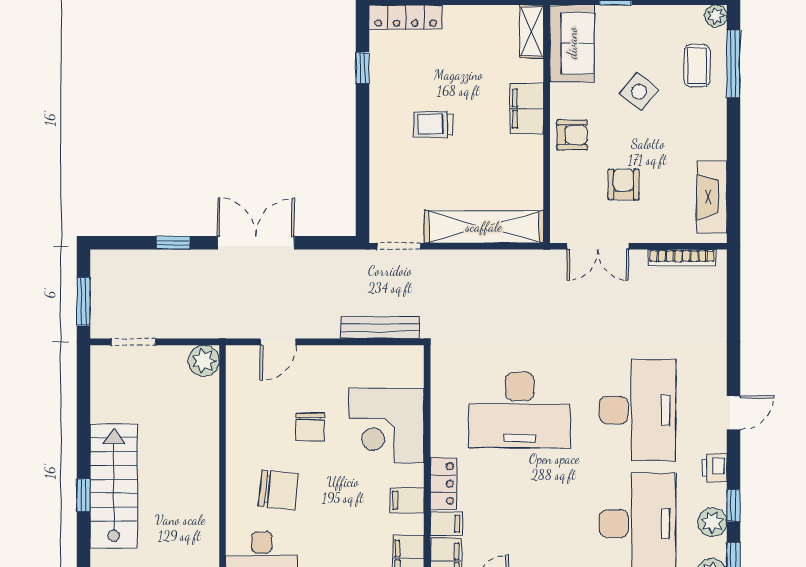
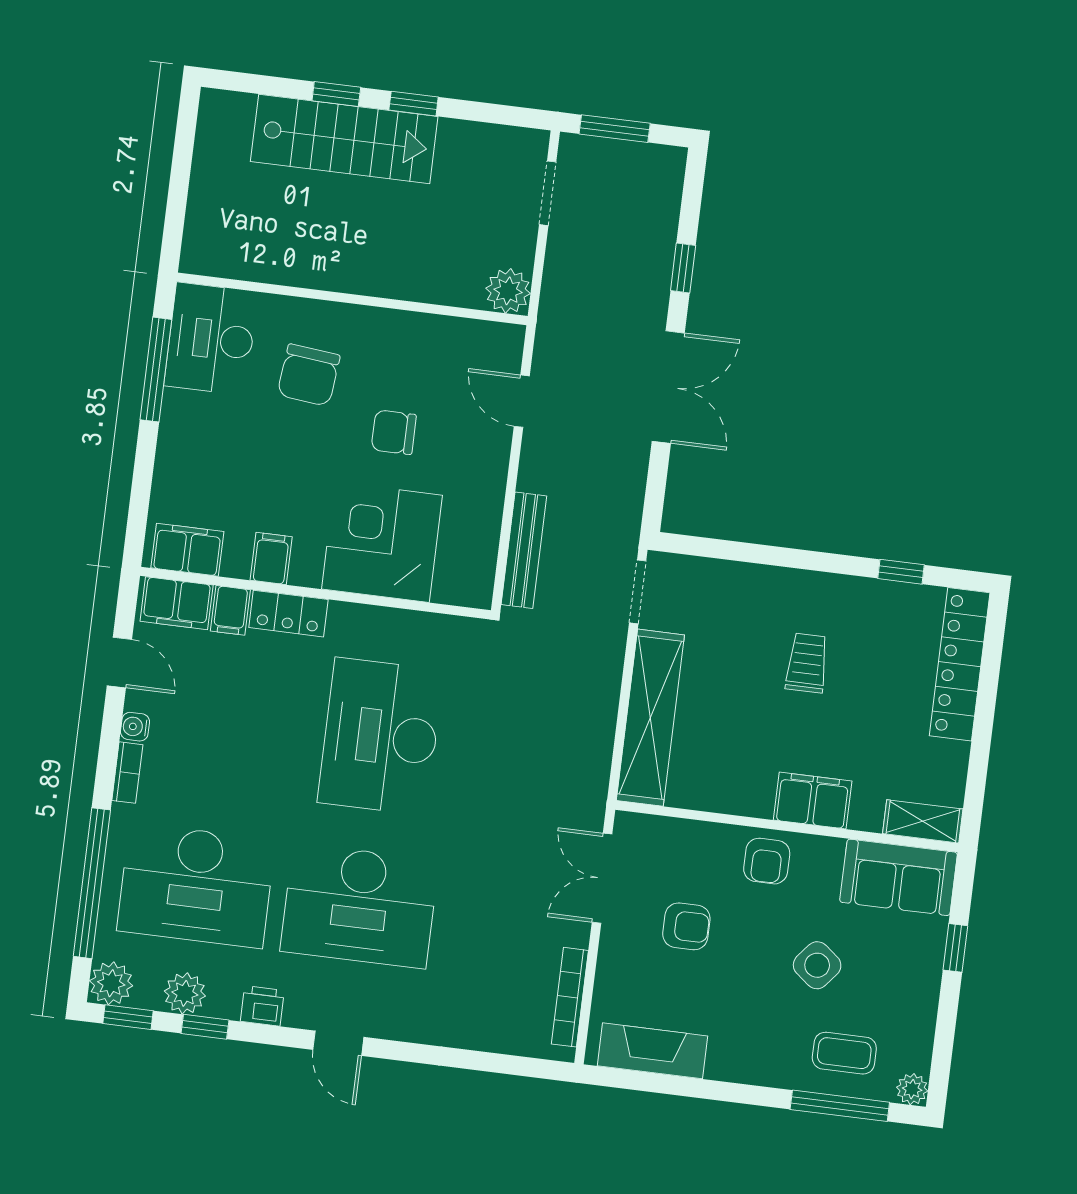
locker: (406, 17) -> (960, 664), width x1.41, depth x1.21
window: (83, 441) -> (414, 104), added

